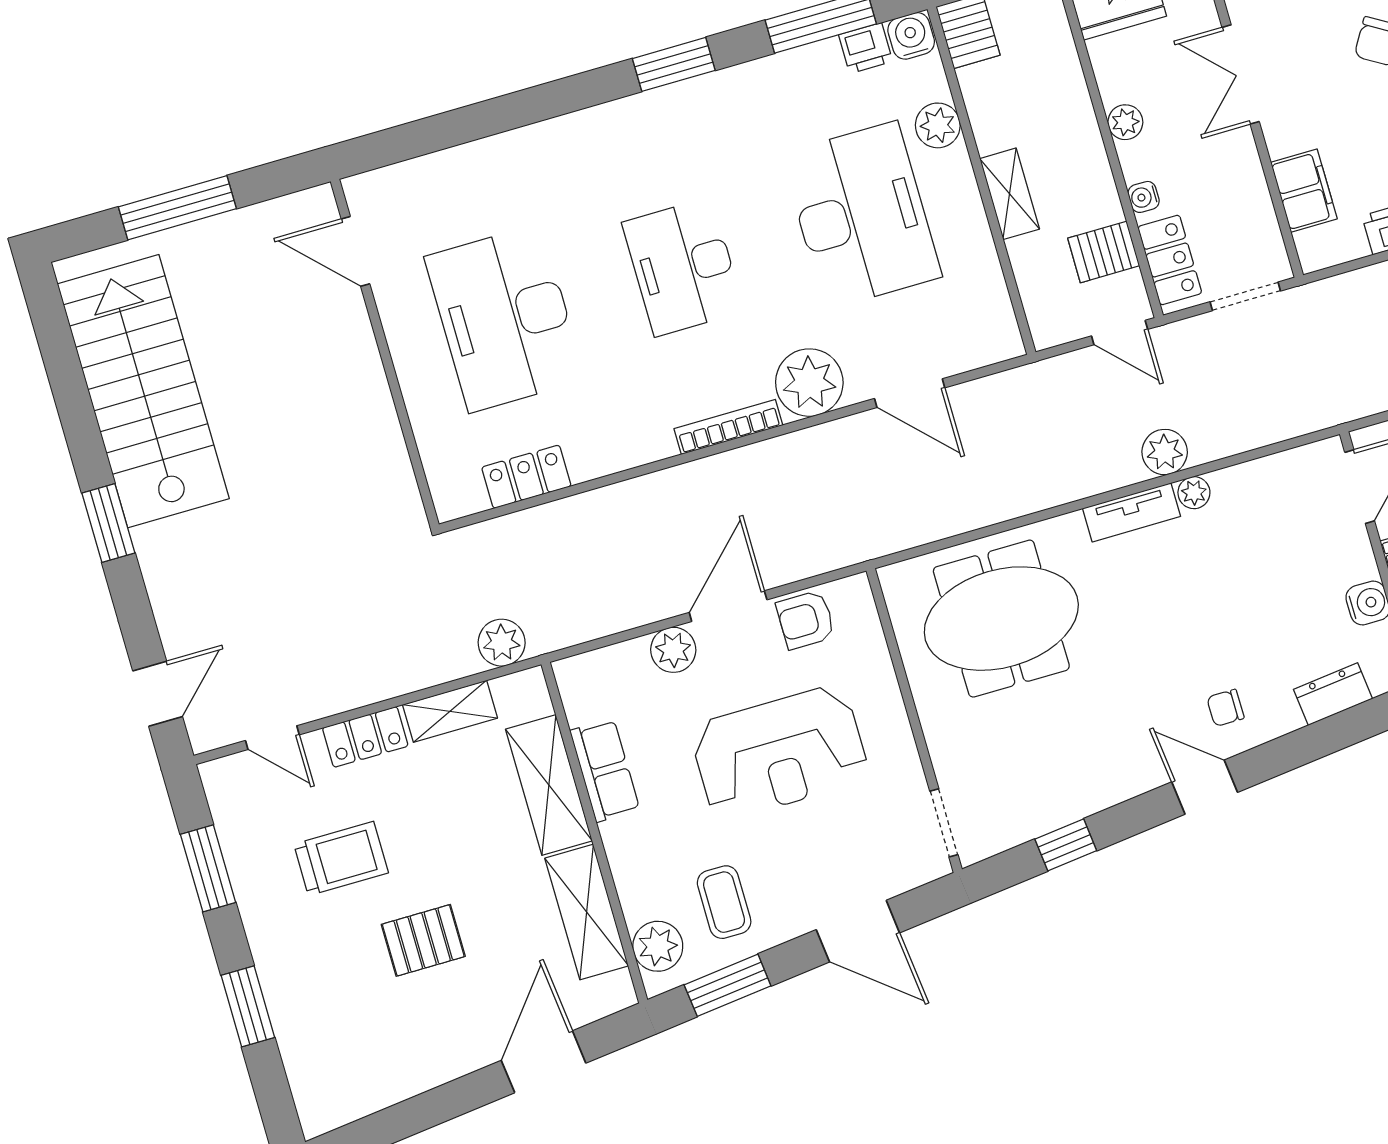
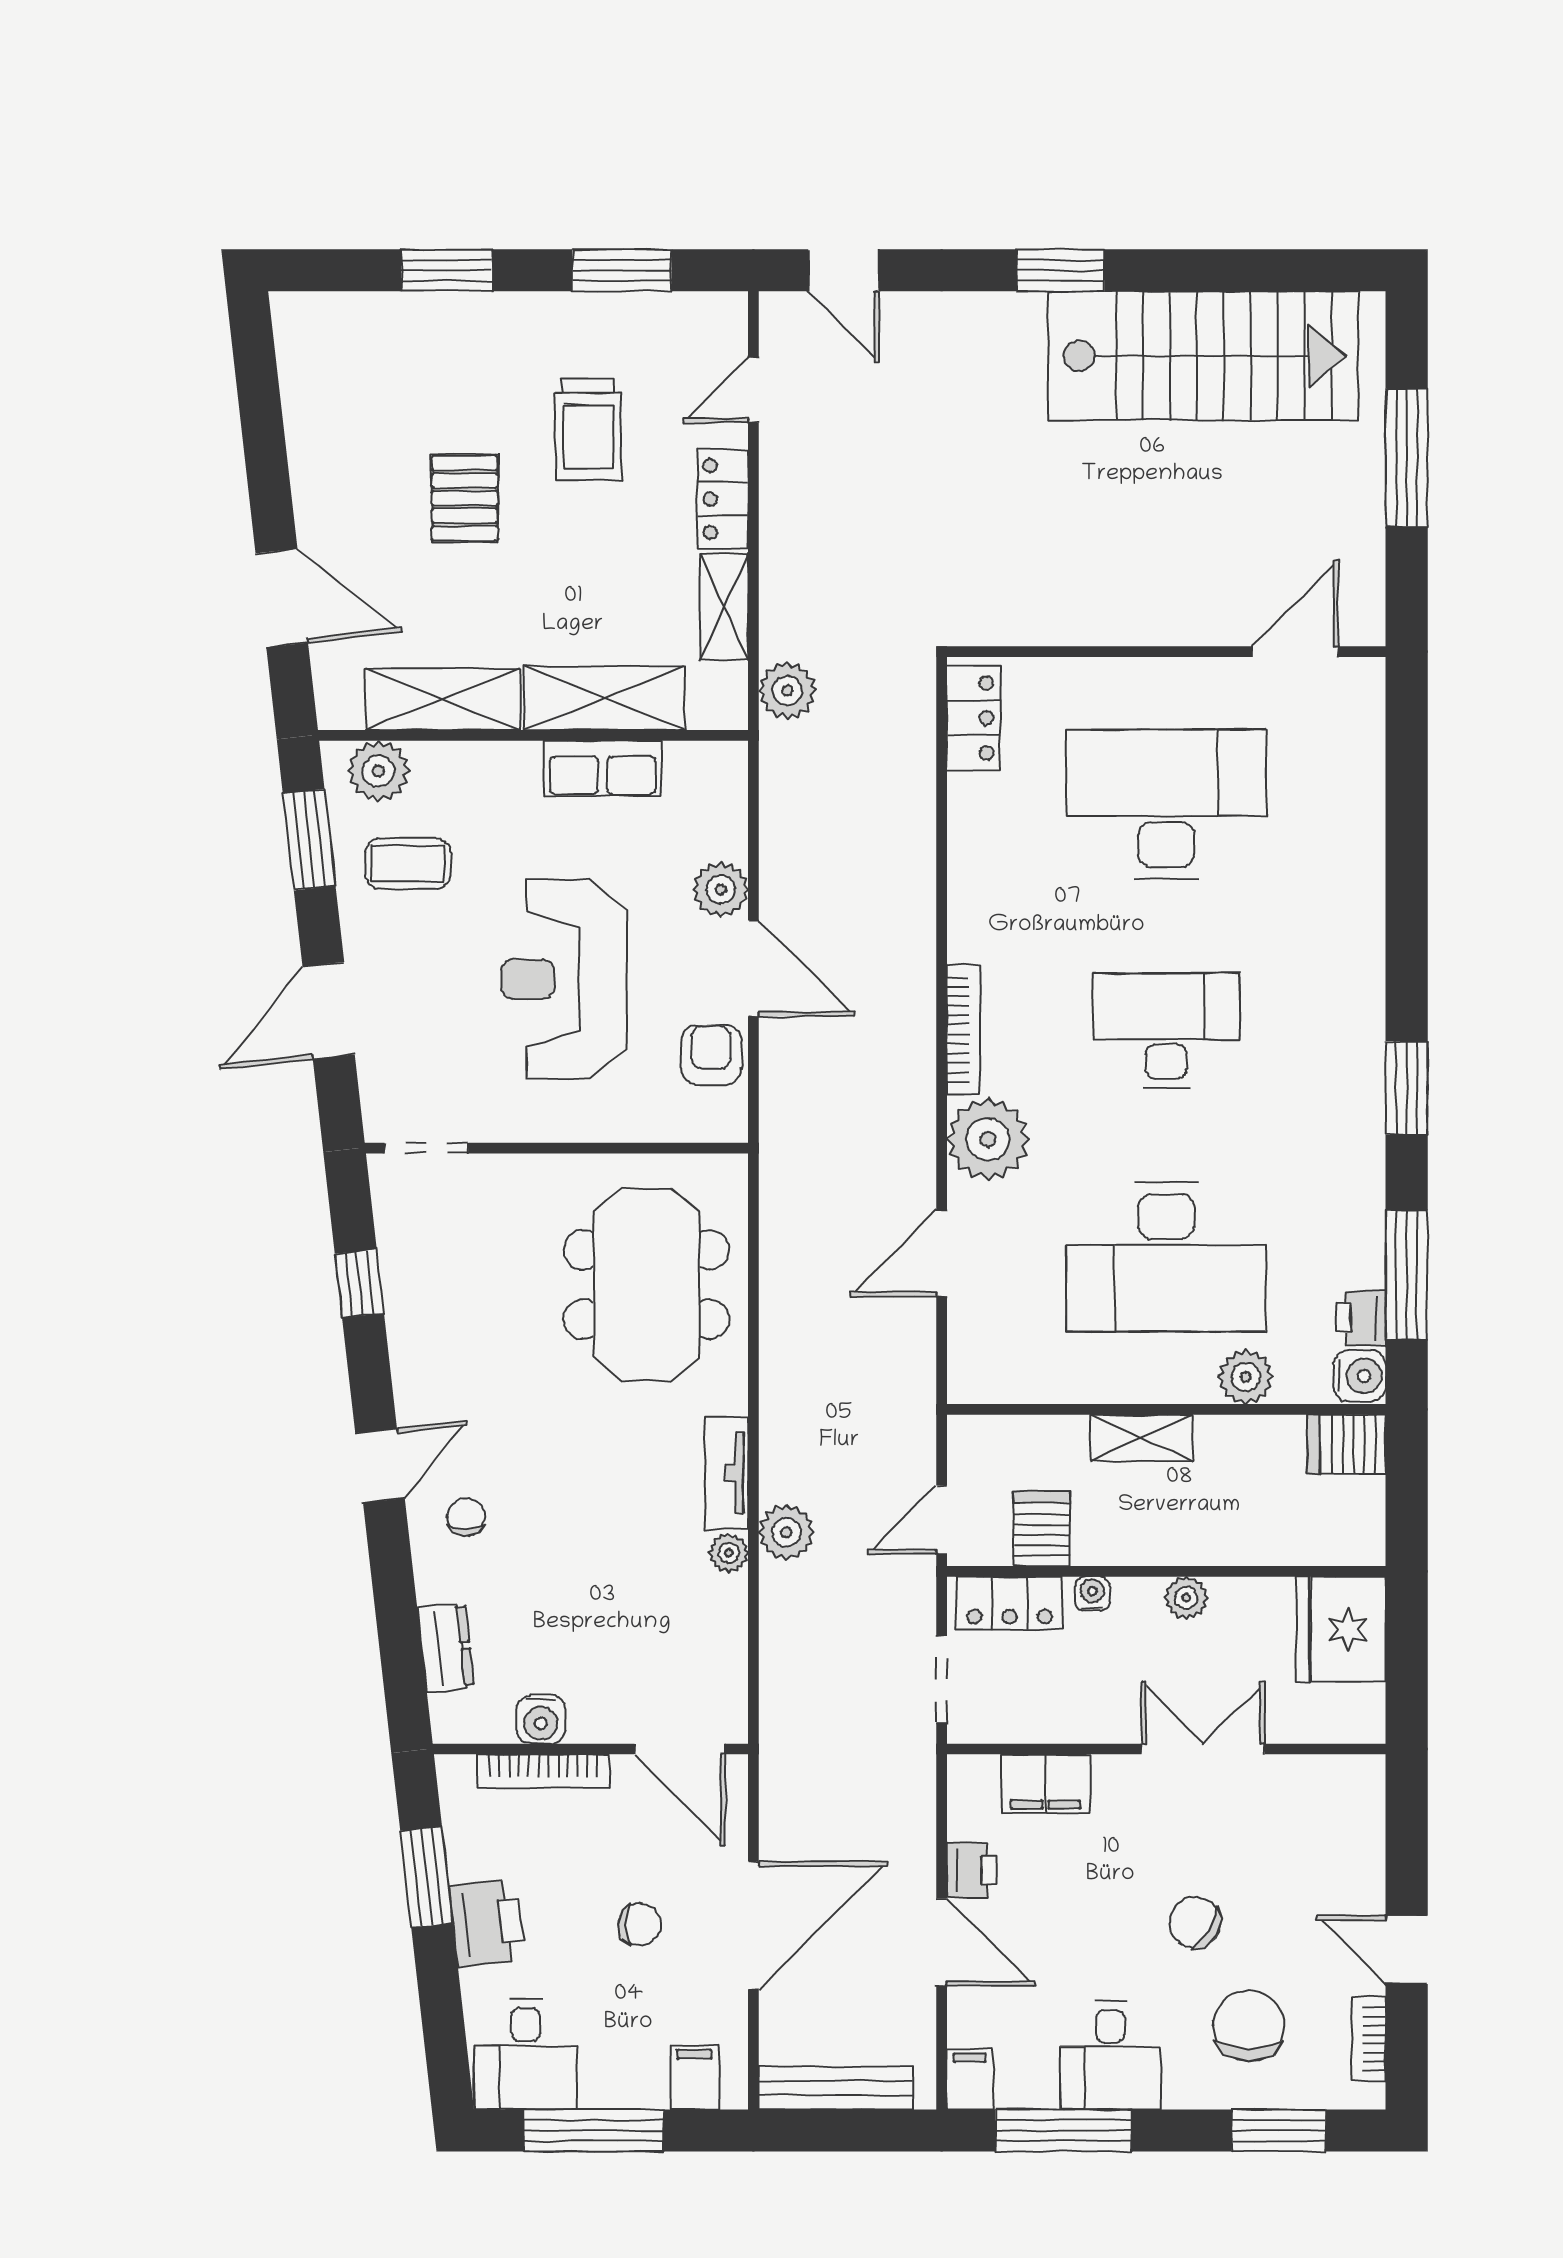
locker: (526, 477) -> (973, 718), moved

